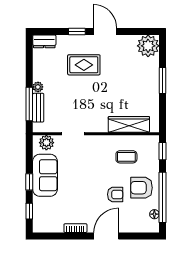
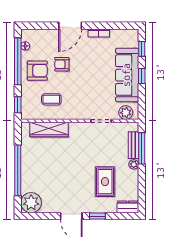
rug: (84, 65) -> (105, 182), moved, turned 90
window: (162, 80) -> (18, 170), width x2.11
sofa: (45, 175) -> (127, 75), width x1.36

